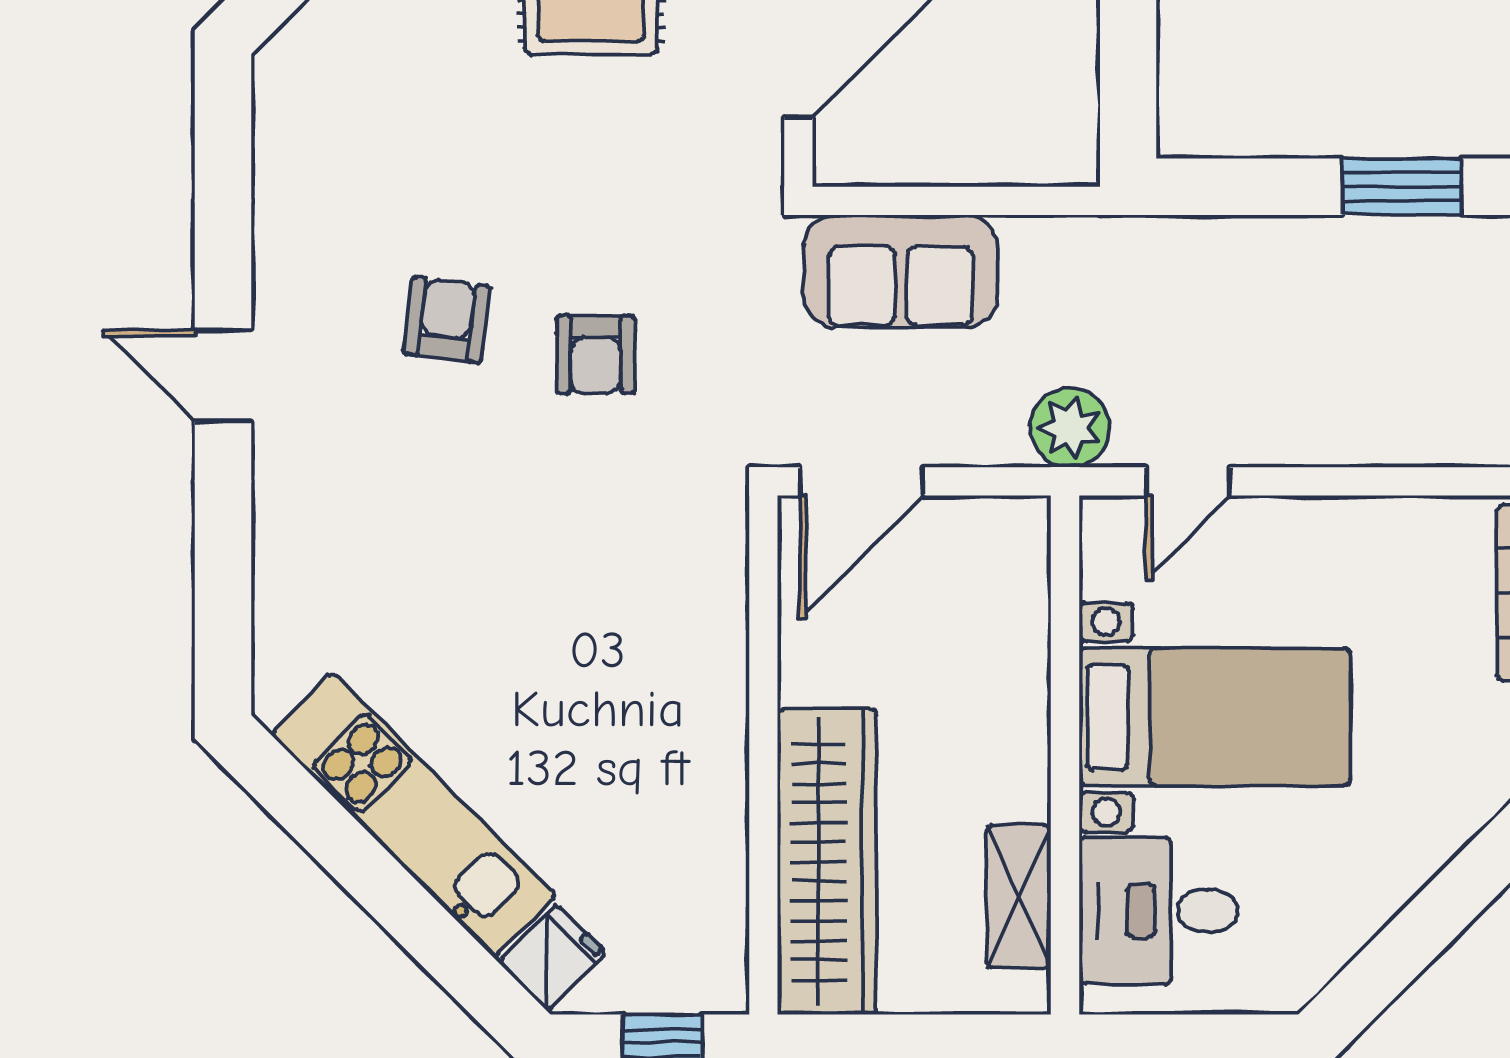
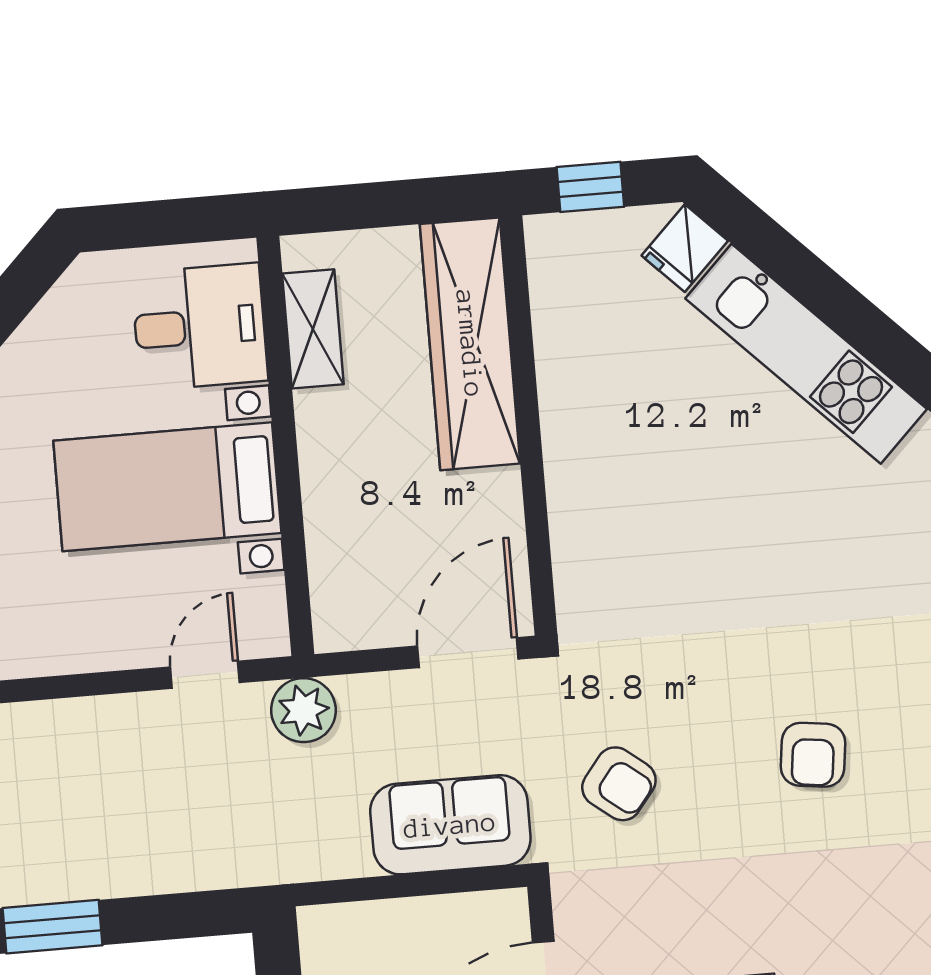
armchair: (596, 355) -> (619, 784), moved, turned 128

